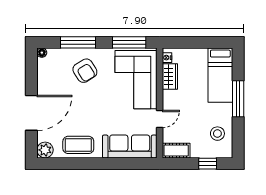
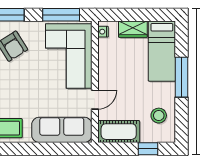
wardrobe: (170, 76) -> (133, 29), moved, turned 90
cot: (176, 151) -> (119, 132), width x1.37, depth x1.34

